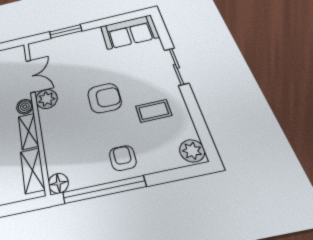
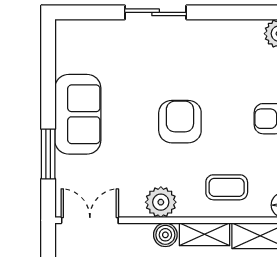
sofa: (129, 32) -> (78, 114), moved
double door: (31, 76) -> (90, 220), moved
coffee table: (154, 111) -> (227, 187), moved, turned 90

